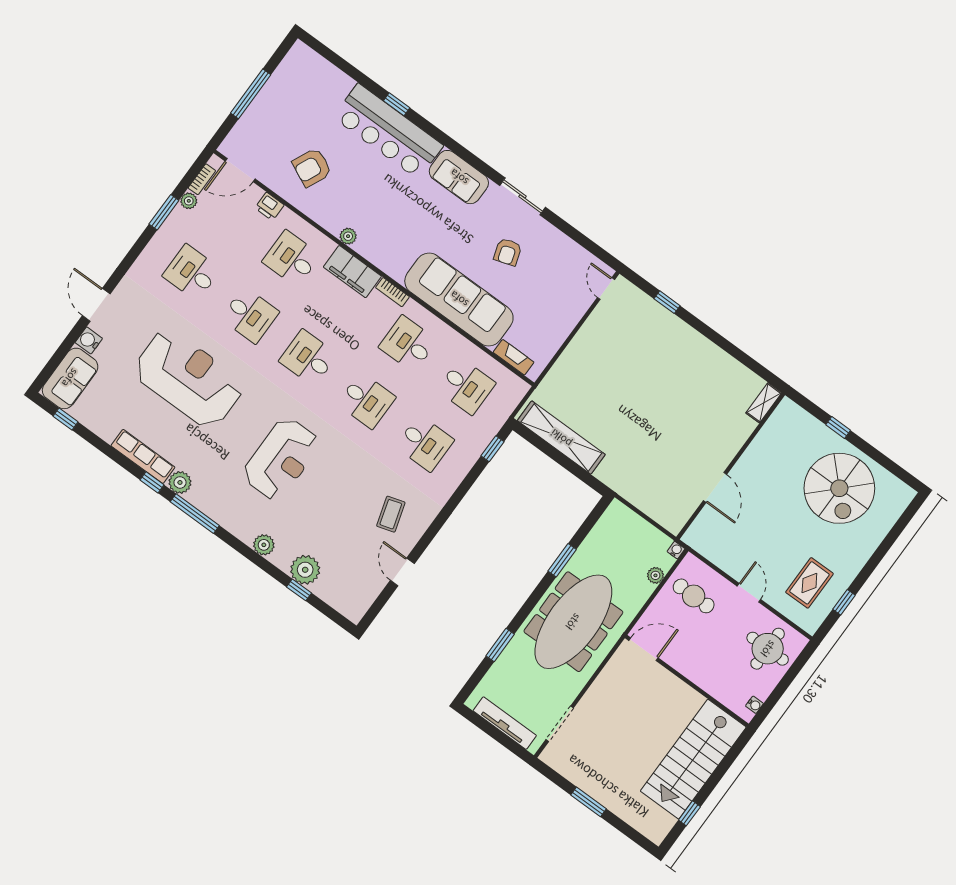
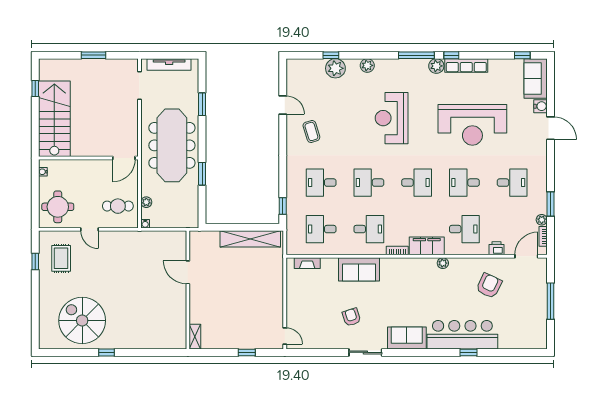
sofa: (459, 299) -> (359, 269), width x0.54, depth x0.79
shelving: (764, 403) -> (195, 337), moved
wall: (731, 466) -> (188, 290), moved
door: (715, 487) -> (188, 272), moved

